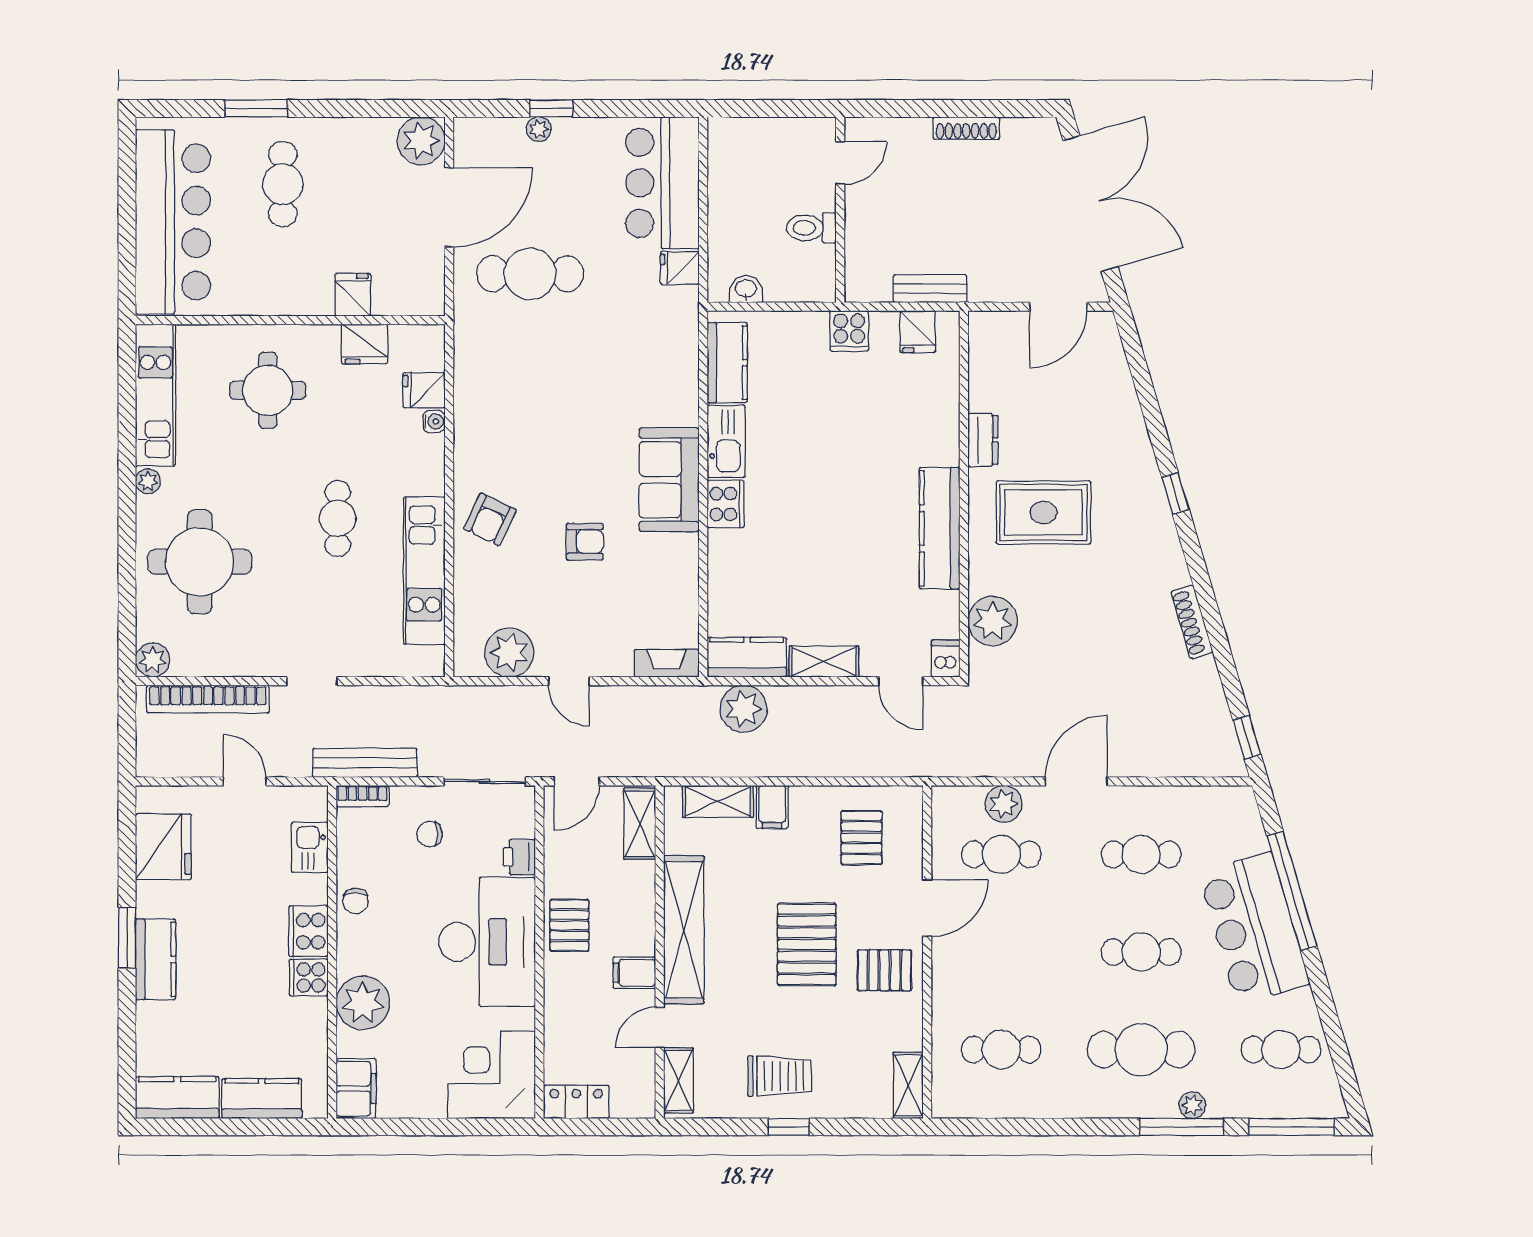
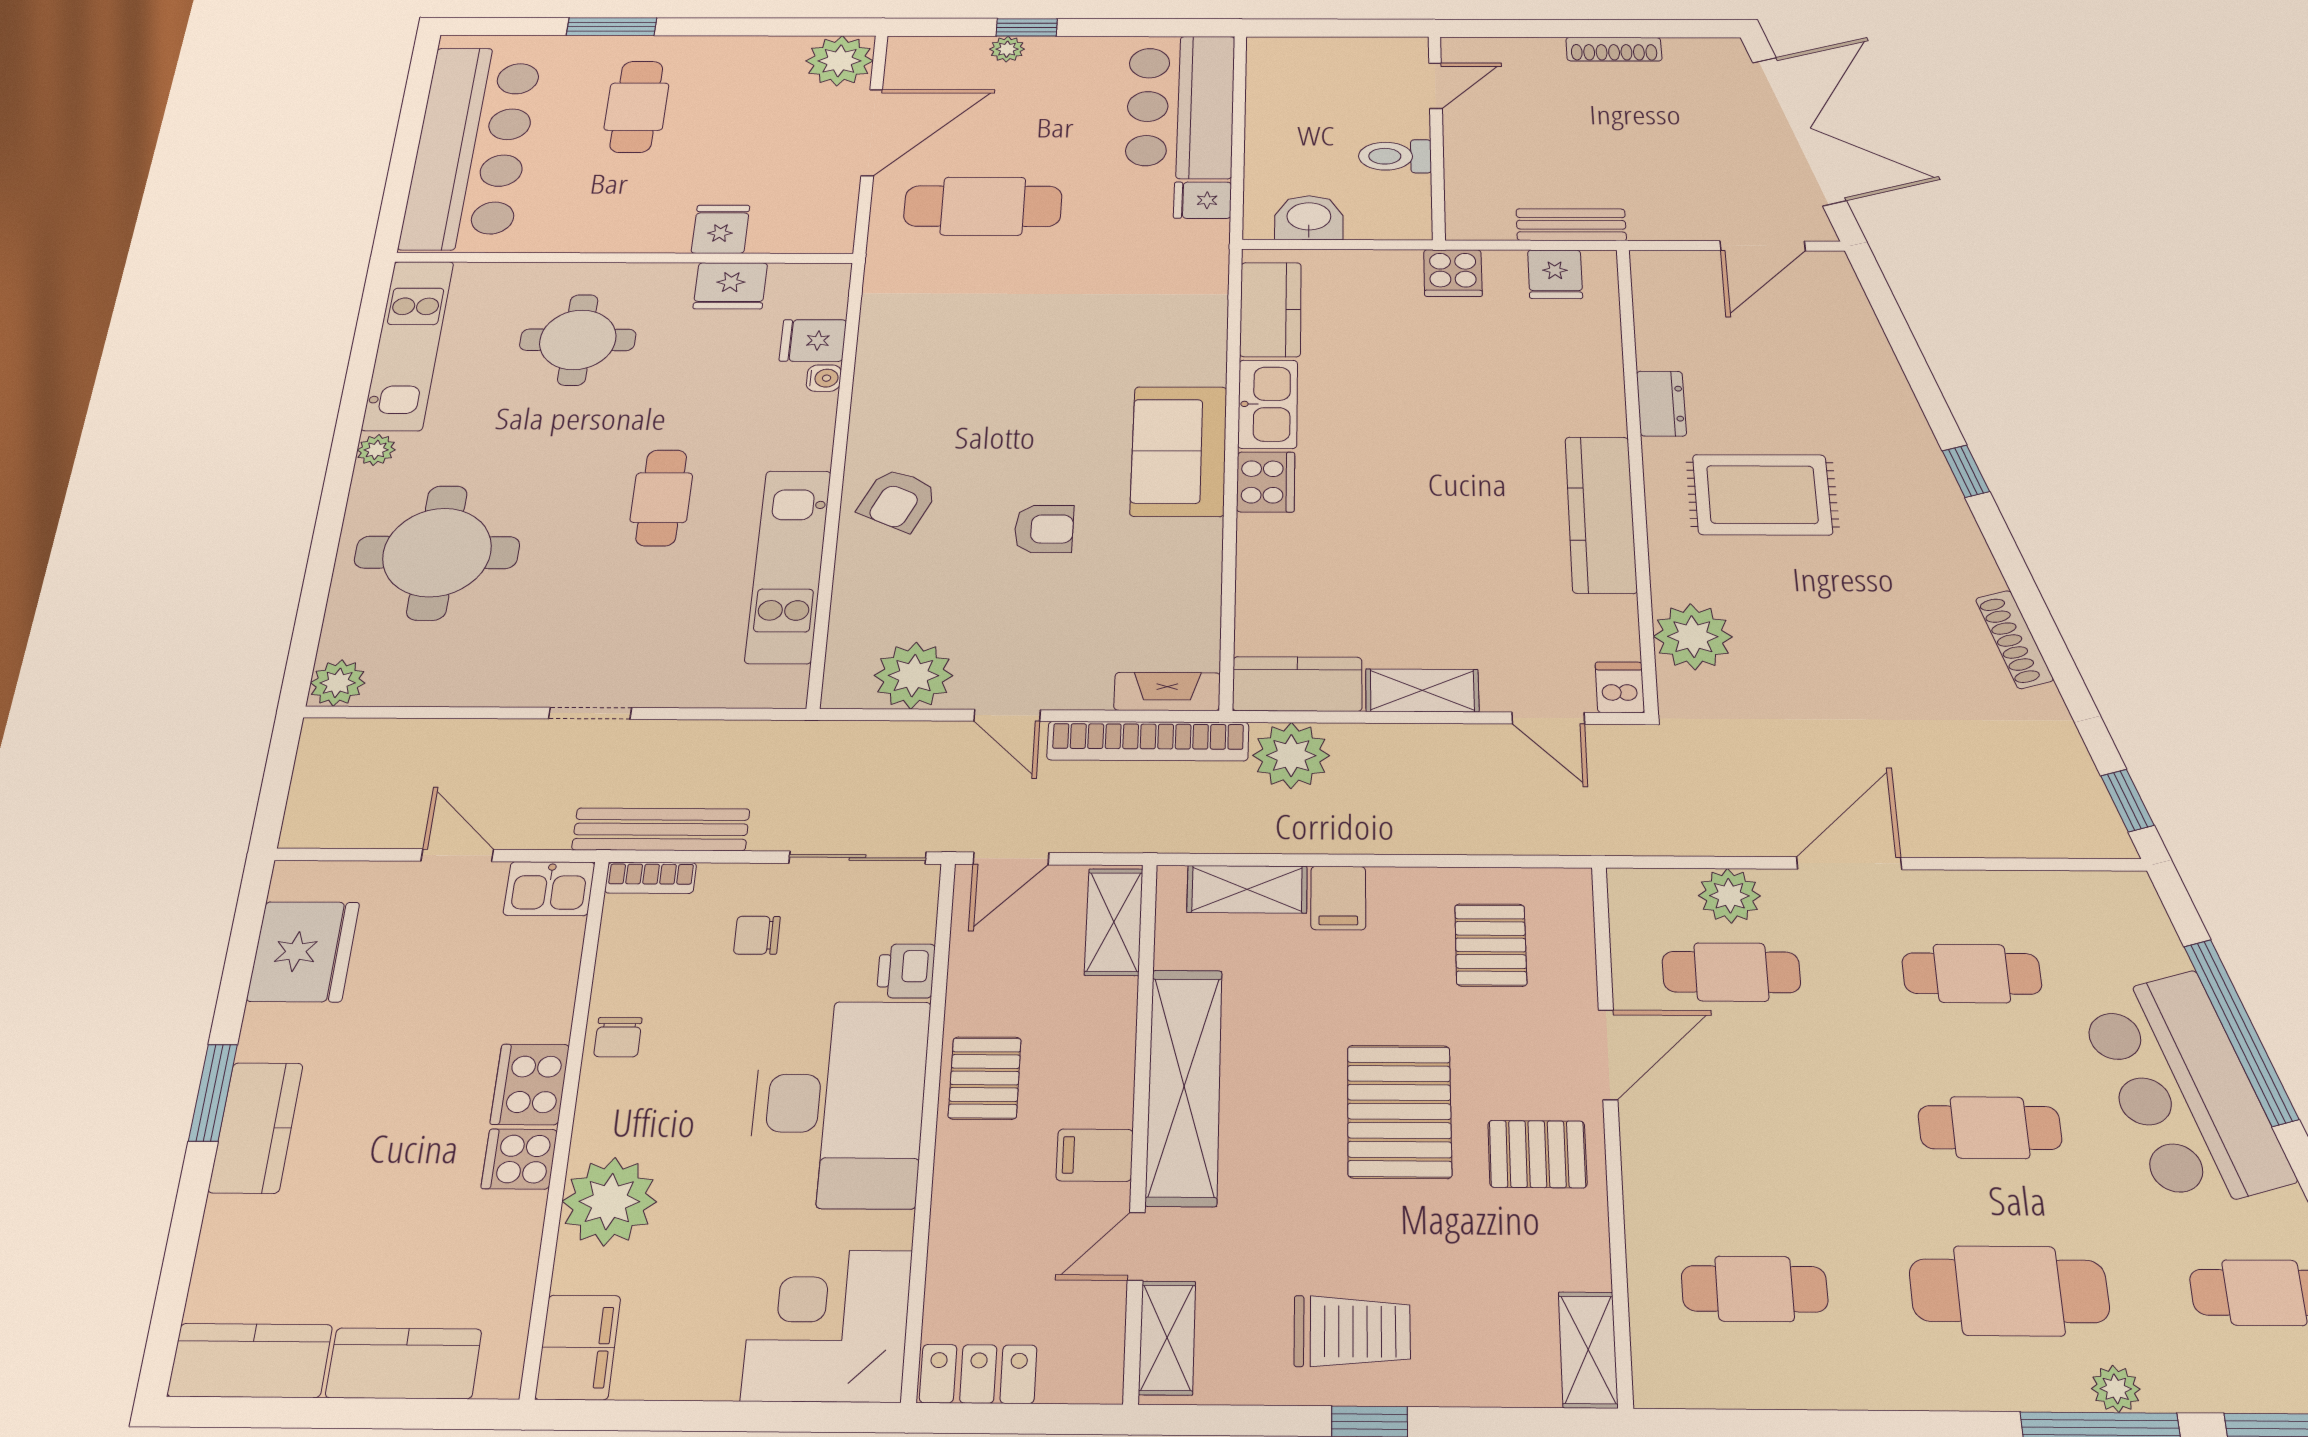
washbasin: (746, 289) -> (1309, 218), width x1.38, depth x1.45
bookcase: (208, 699) -> (1148, 741), moved
kitchen sink: (310, 847) -> (549, 889), moved, turned -90

